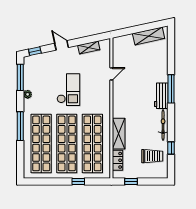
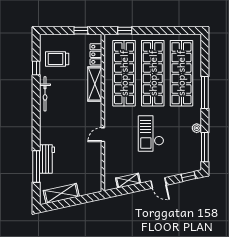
door: (111, 74) -> (103, 135), moved
window: (171, 89) -> (36, 166), moved
workbench: (161, 96) -> (47, 159), moved
window: (78, 182) -> (125, 31), moved

